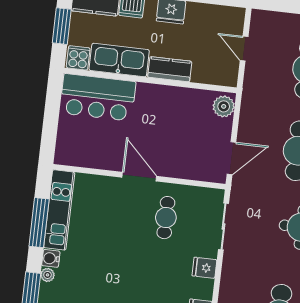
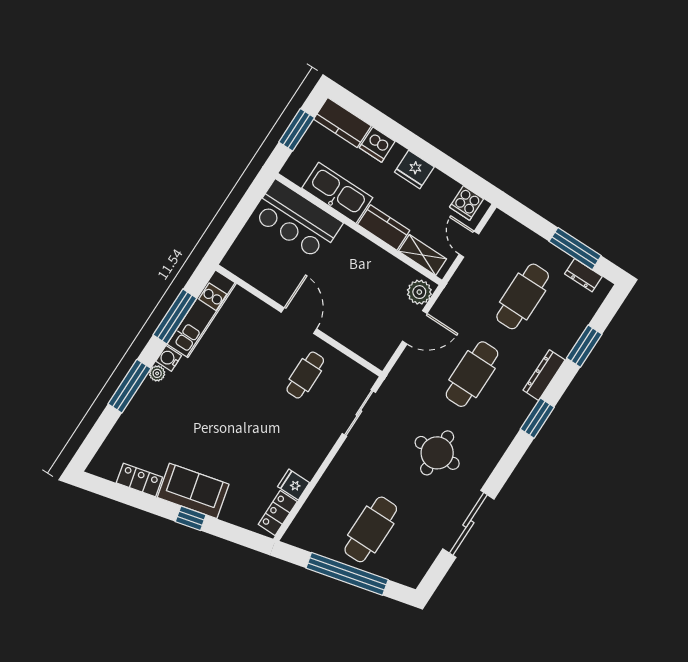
cooker: (78, 58) -> (466, 203), moved, turned 180
shelving: (211, 76) -> (423, 255), added
door: (231, 158) -> (415, 327), moved
fridge: (204, 268) -> (319, 445), removed

